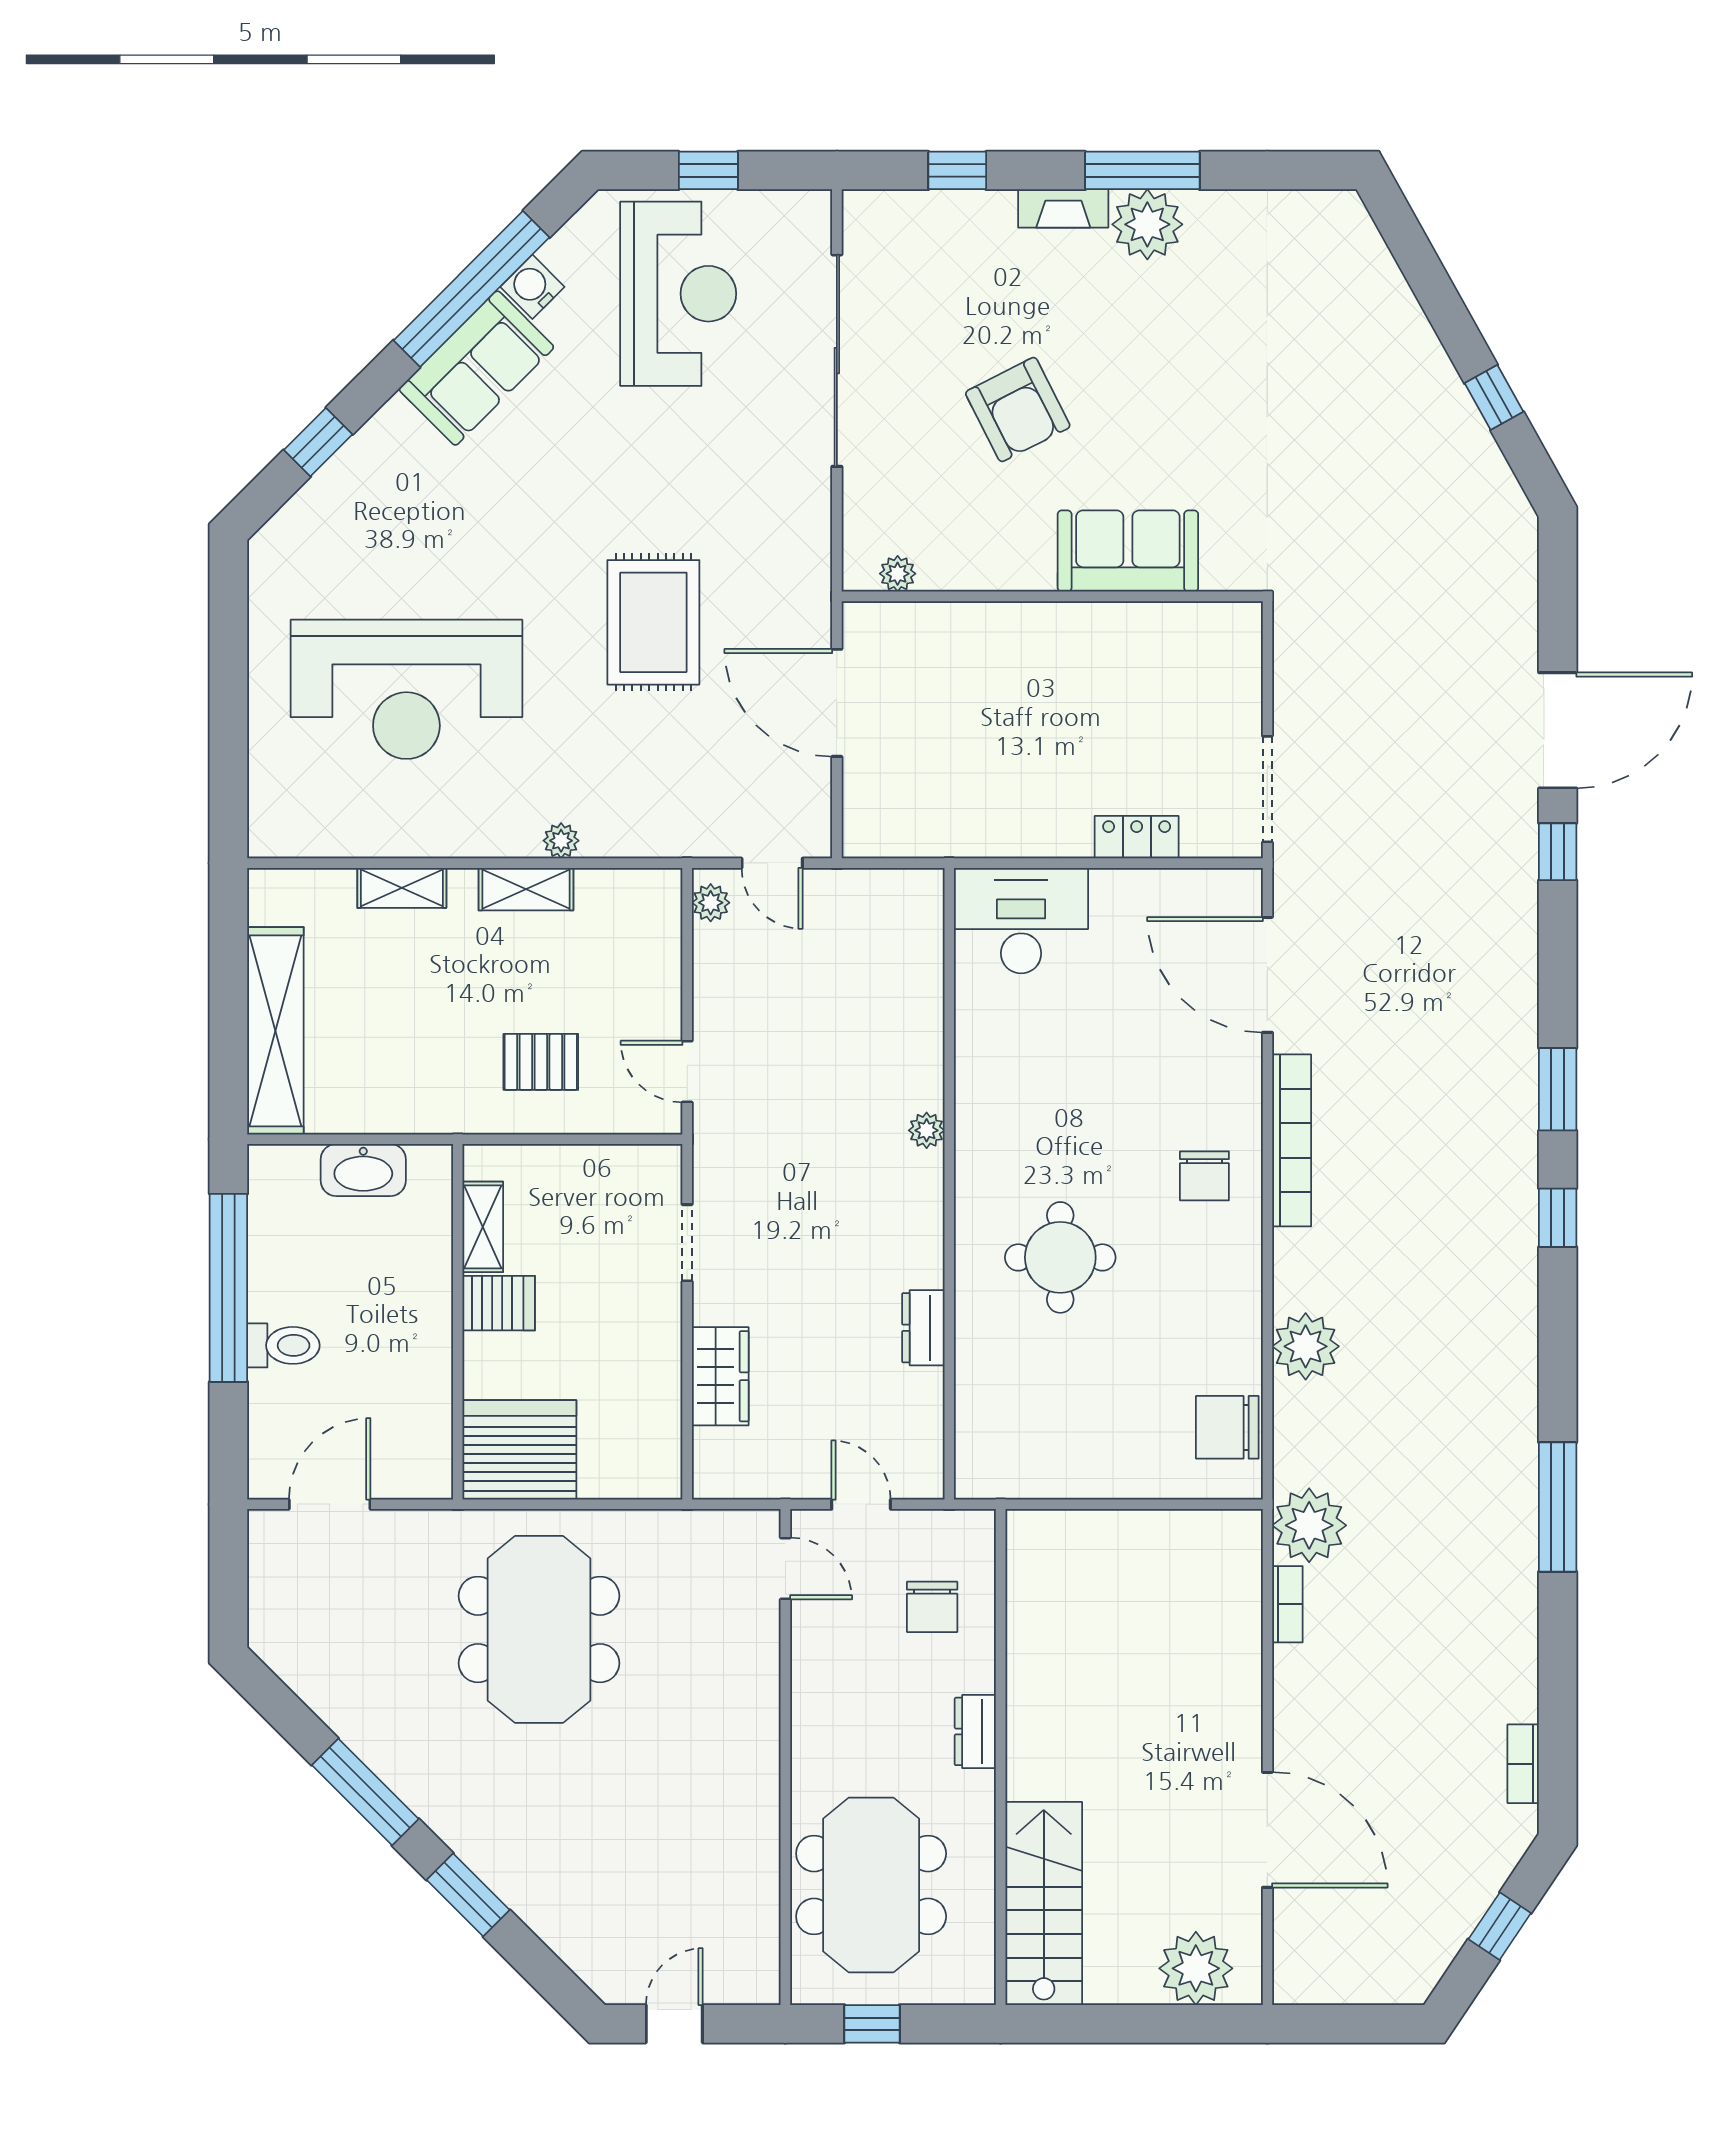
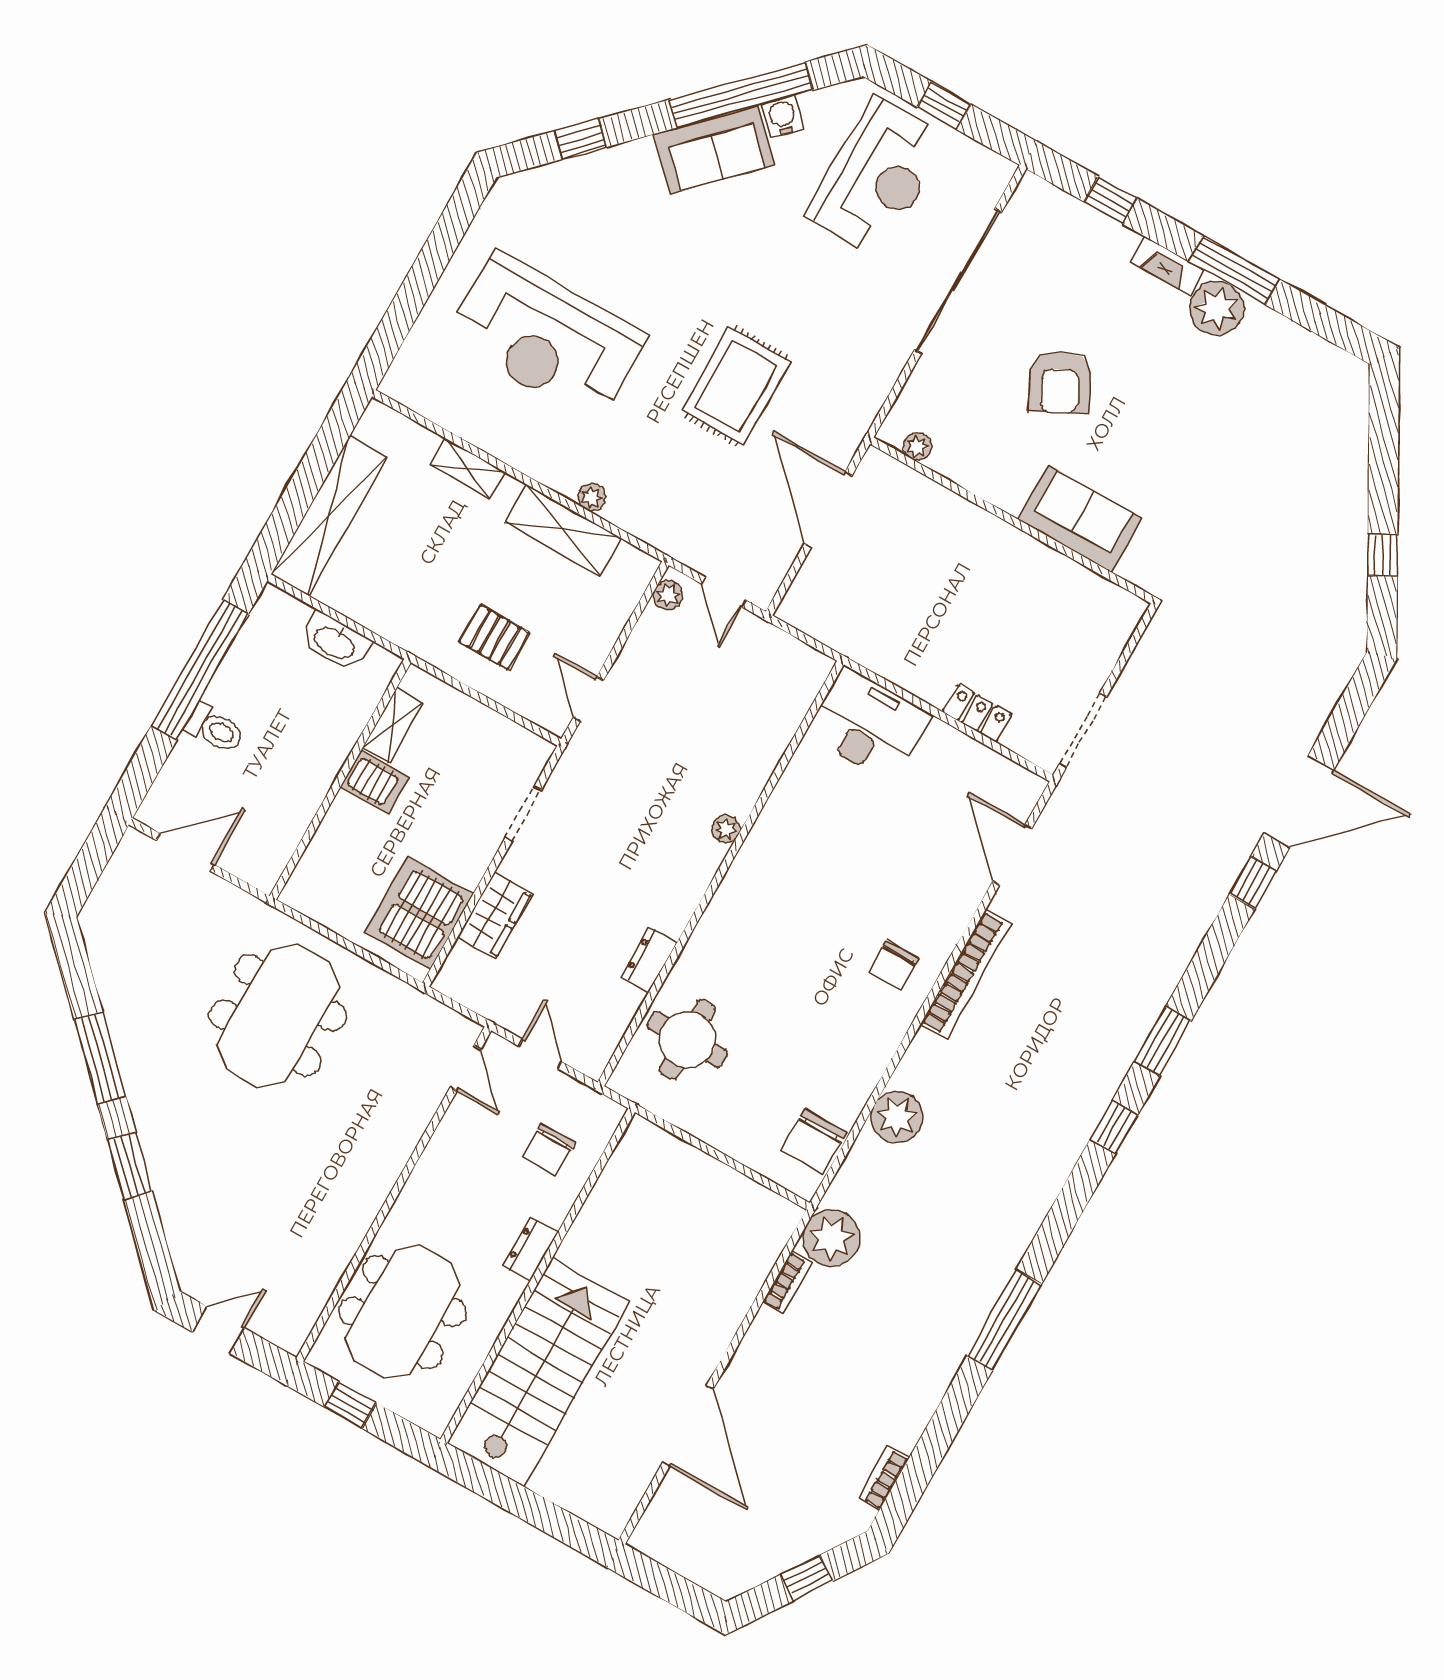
shelving: (526, 889) -> (563, 530), width x1.50, depth x1.33
door: (1267, 975) -> (1012, 855), width x0.73
round table: (1060, 1257) -> (687, 1039), moved
chair: (1227, 1427) -> (814, 1142), turned -90
server rack: (519, 1450) -> (419, 913), moved, turned -90
stairs: (1044, 1903) -> (538, 1372), width x1.36, depth x1.51
plant: (1196, 1968) -> (588, 1491), removed

